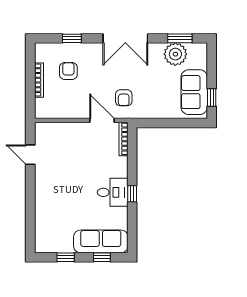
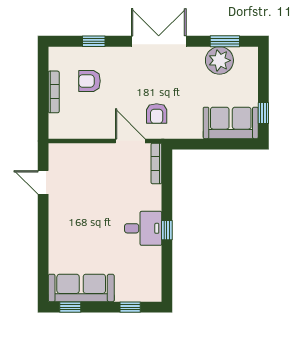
double door: (125, 38) -> (159, 41), swing flipped
armchair: (68, 71) -> (89, 81), turned -90
sofa: (194, 92) -> (231, 123), moved, turned 90
sofa: (101, 241) -> (81, 288), moved
window: (66, 257) -> (70, 307), moved

